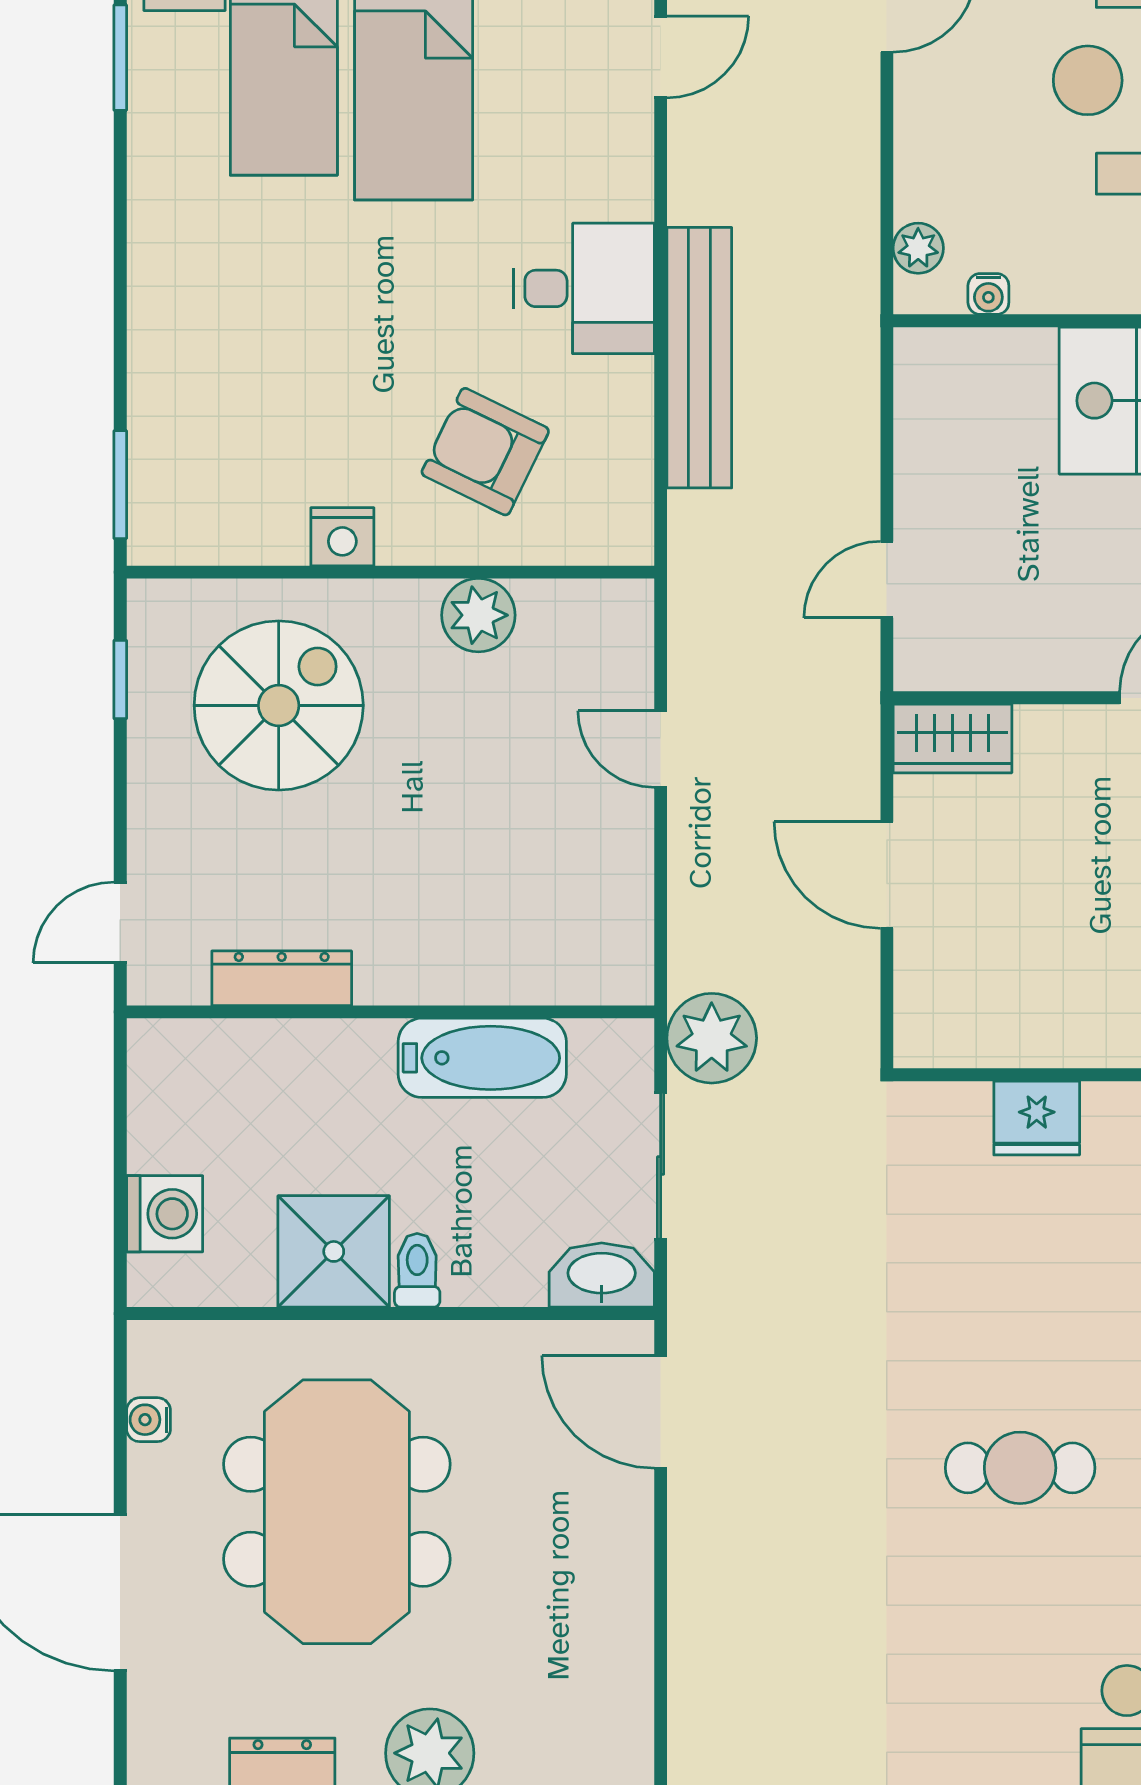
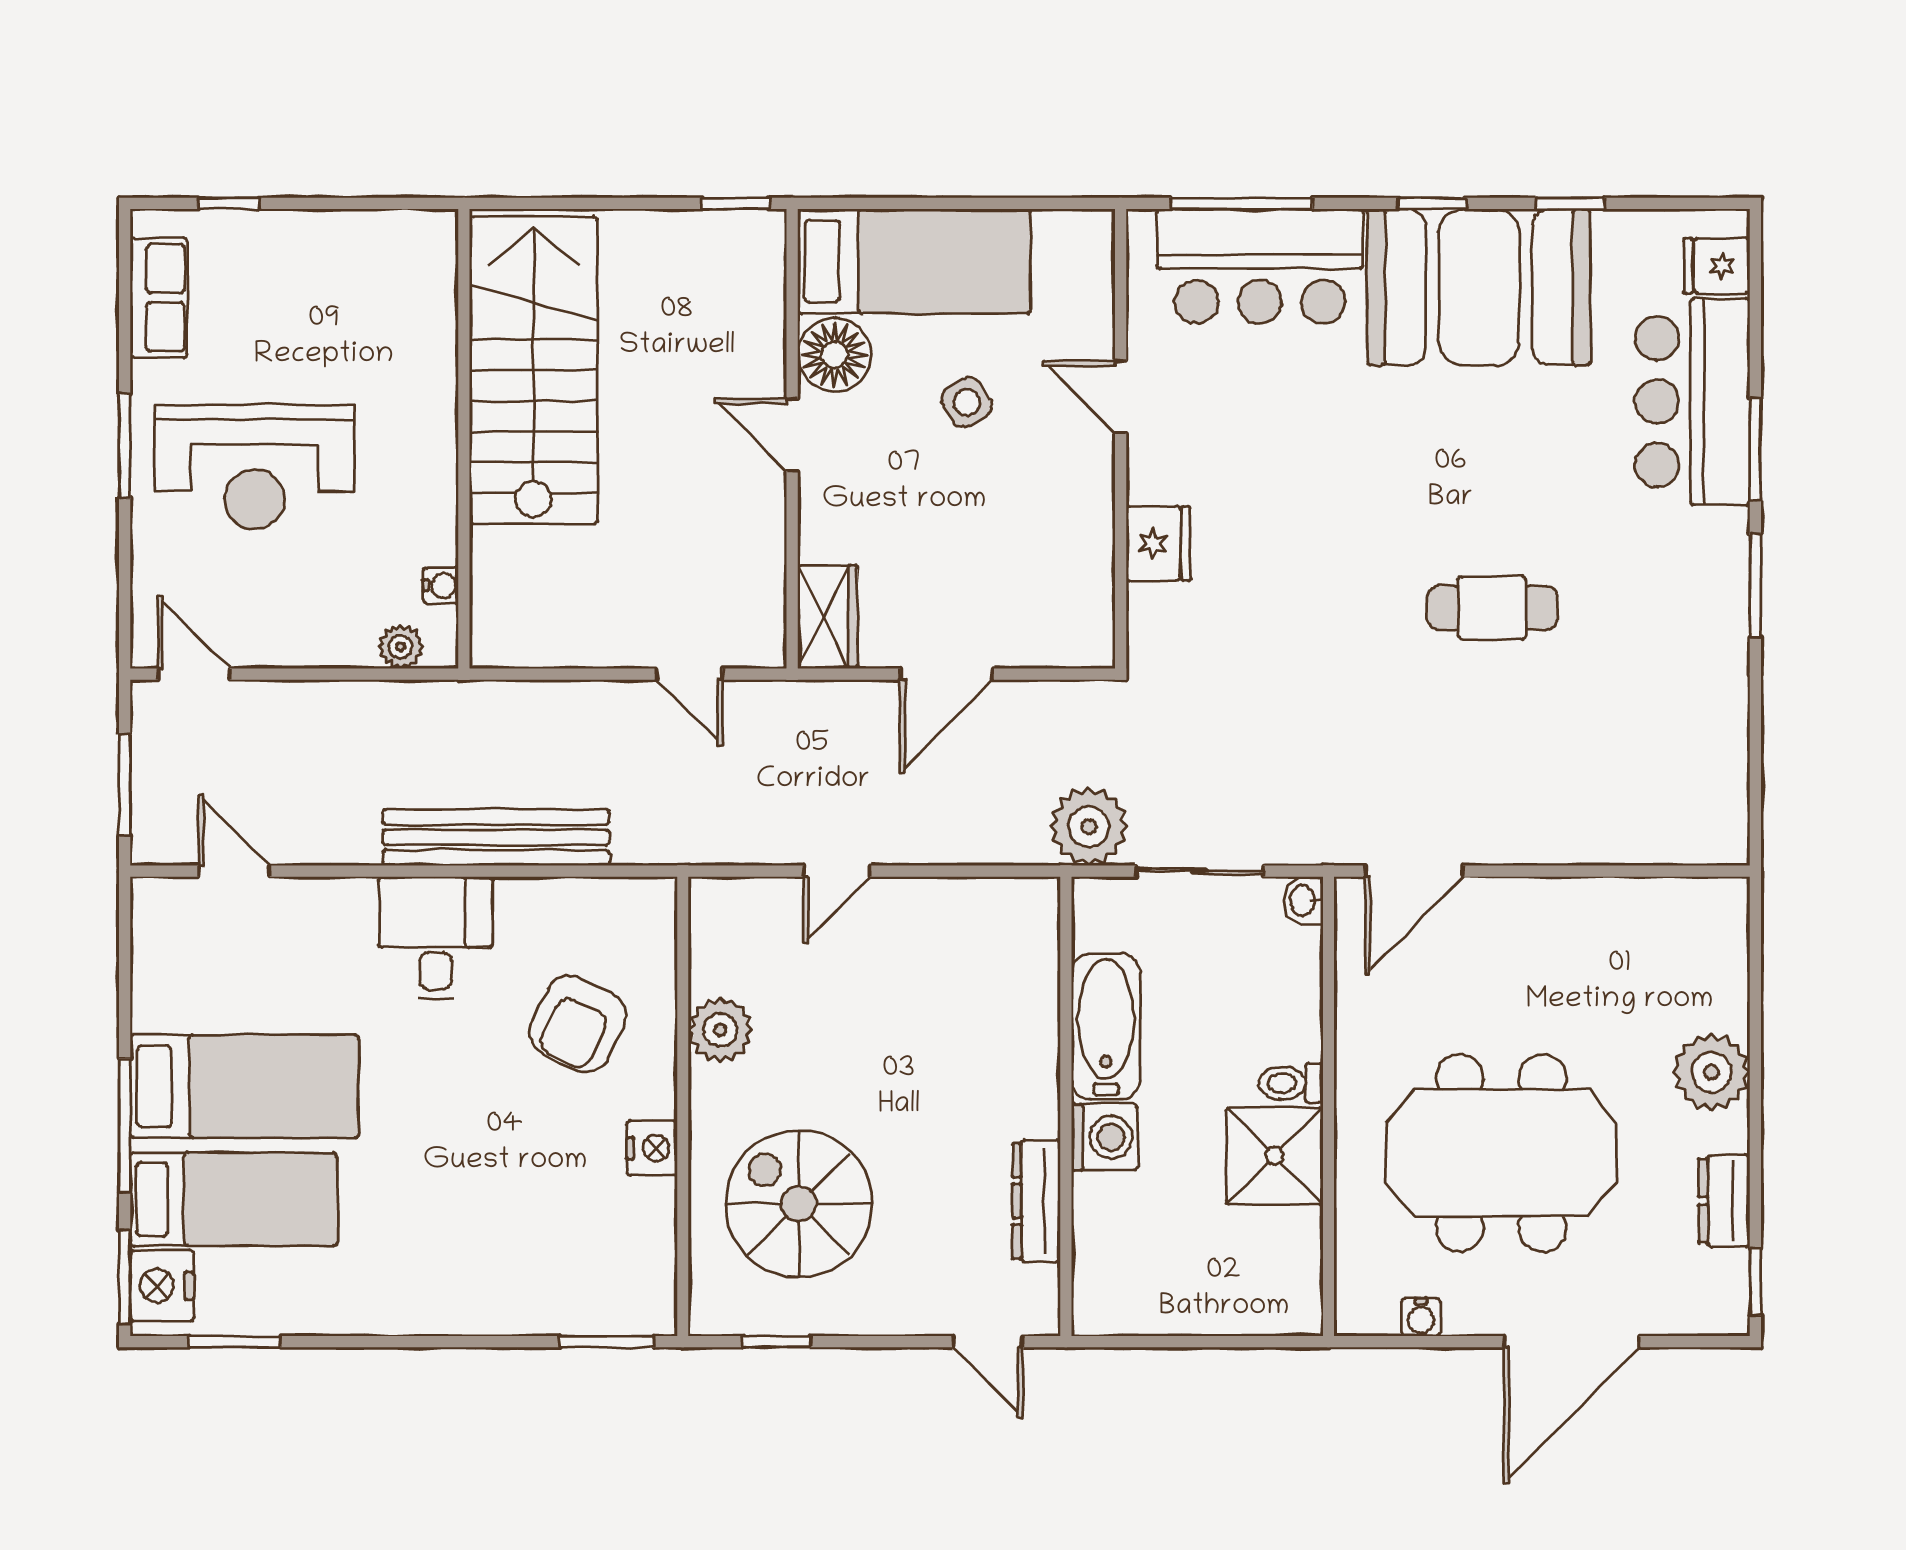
washing machine: (165, 1214) -> (1104, 1137), moved, turned 90
washbasin: (602, 1275) -> (1304, 900), width x0.52, depth x0.69
cafe table: (1020, 1468) -> (1492, 608), moved, turned 90

